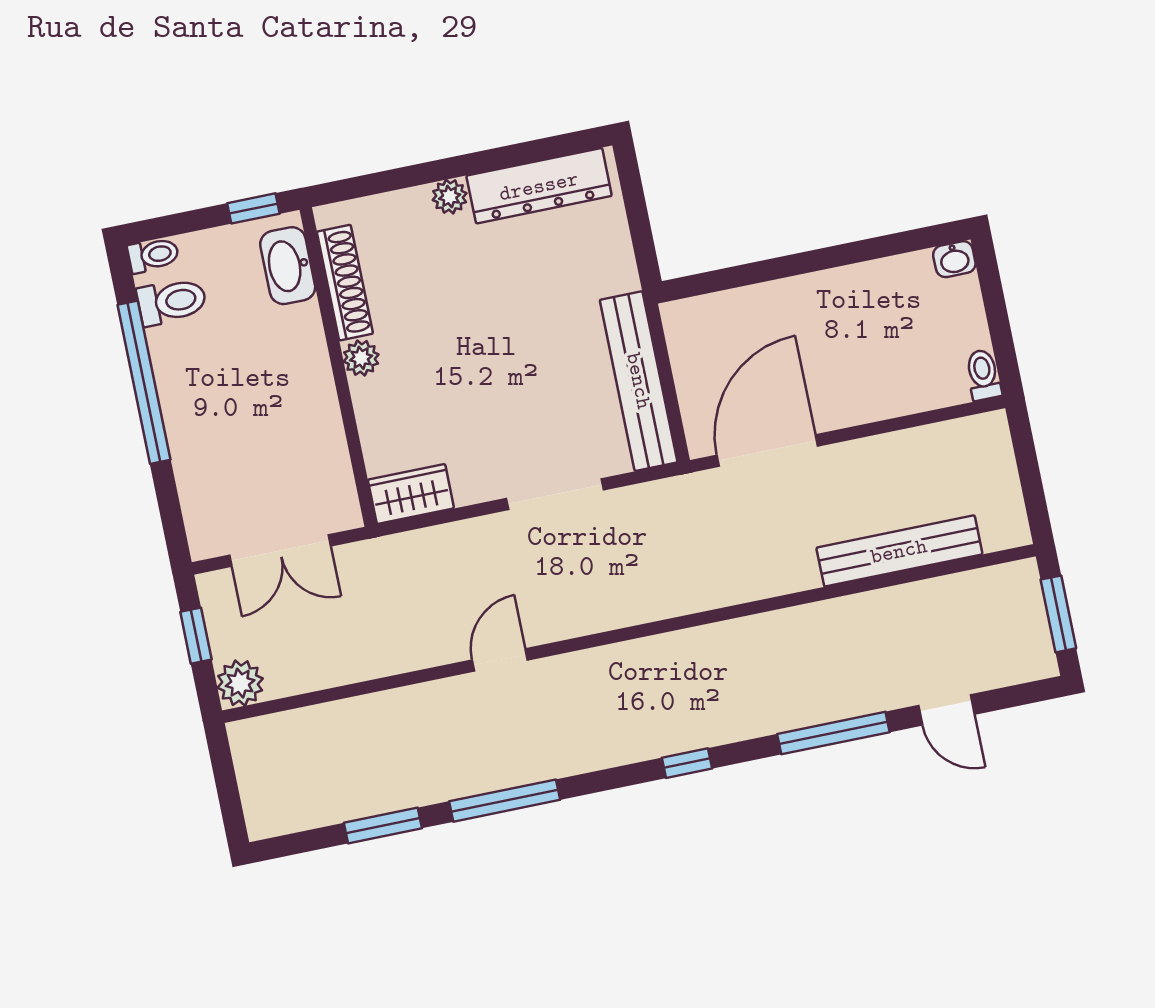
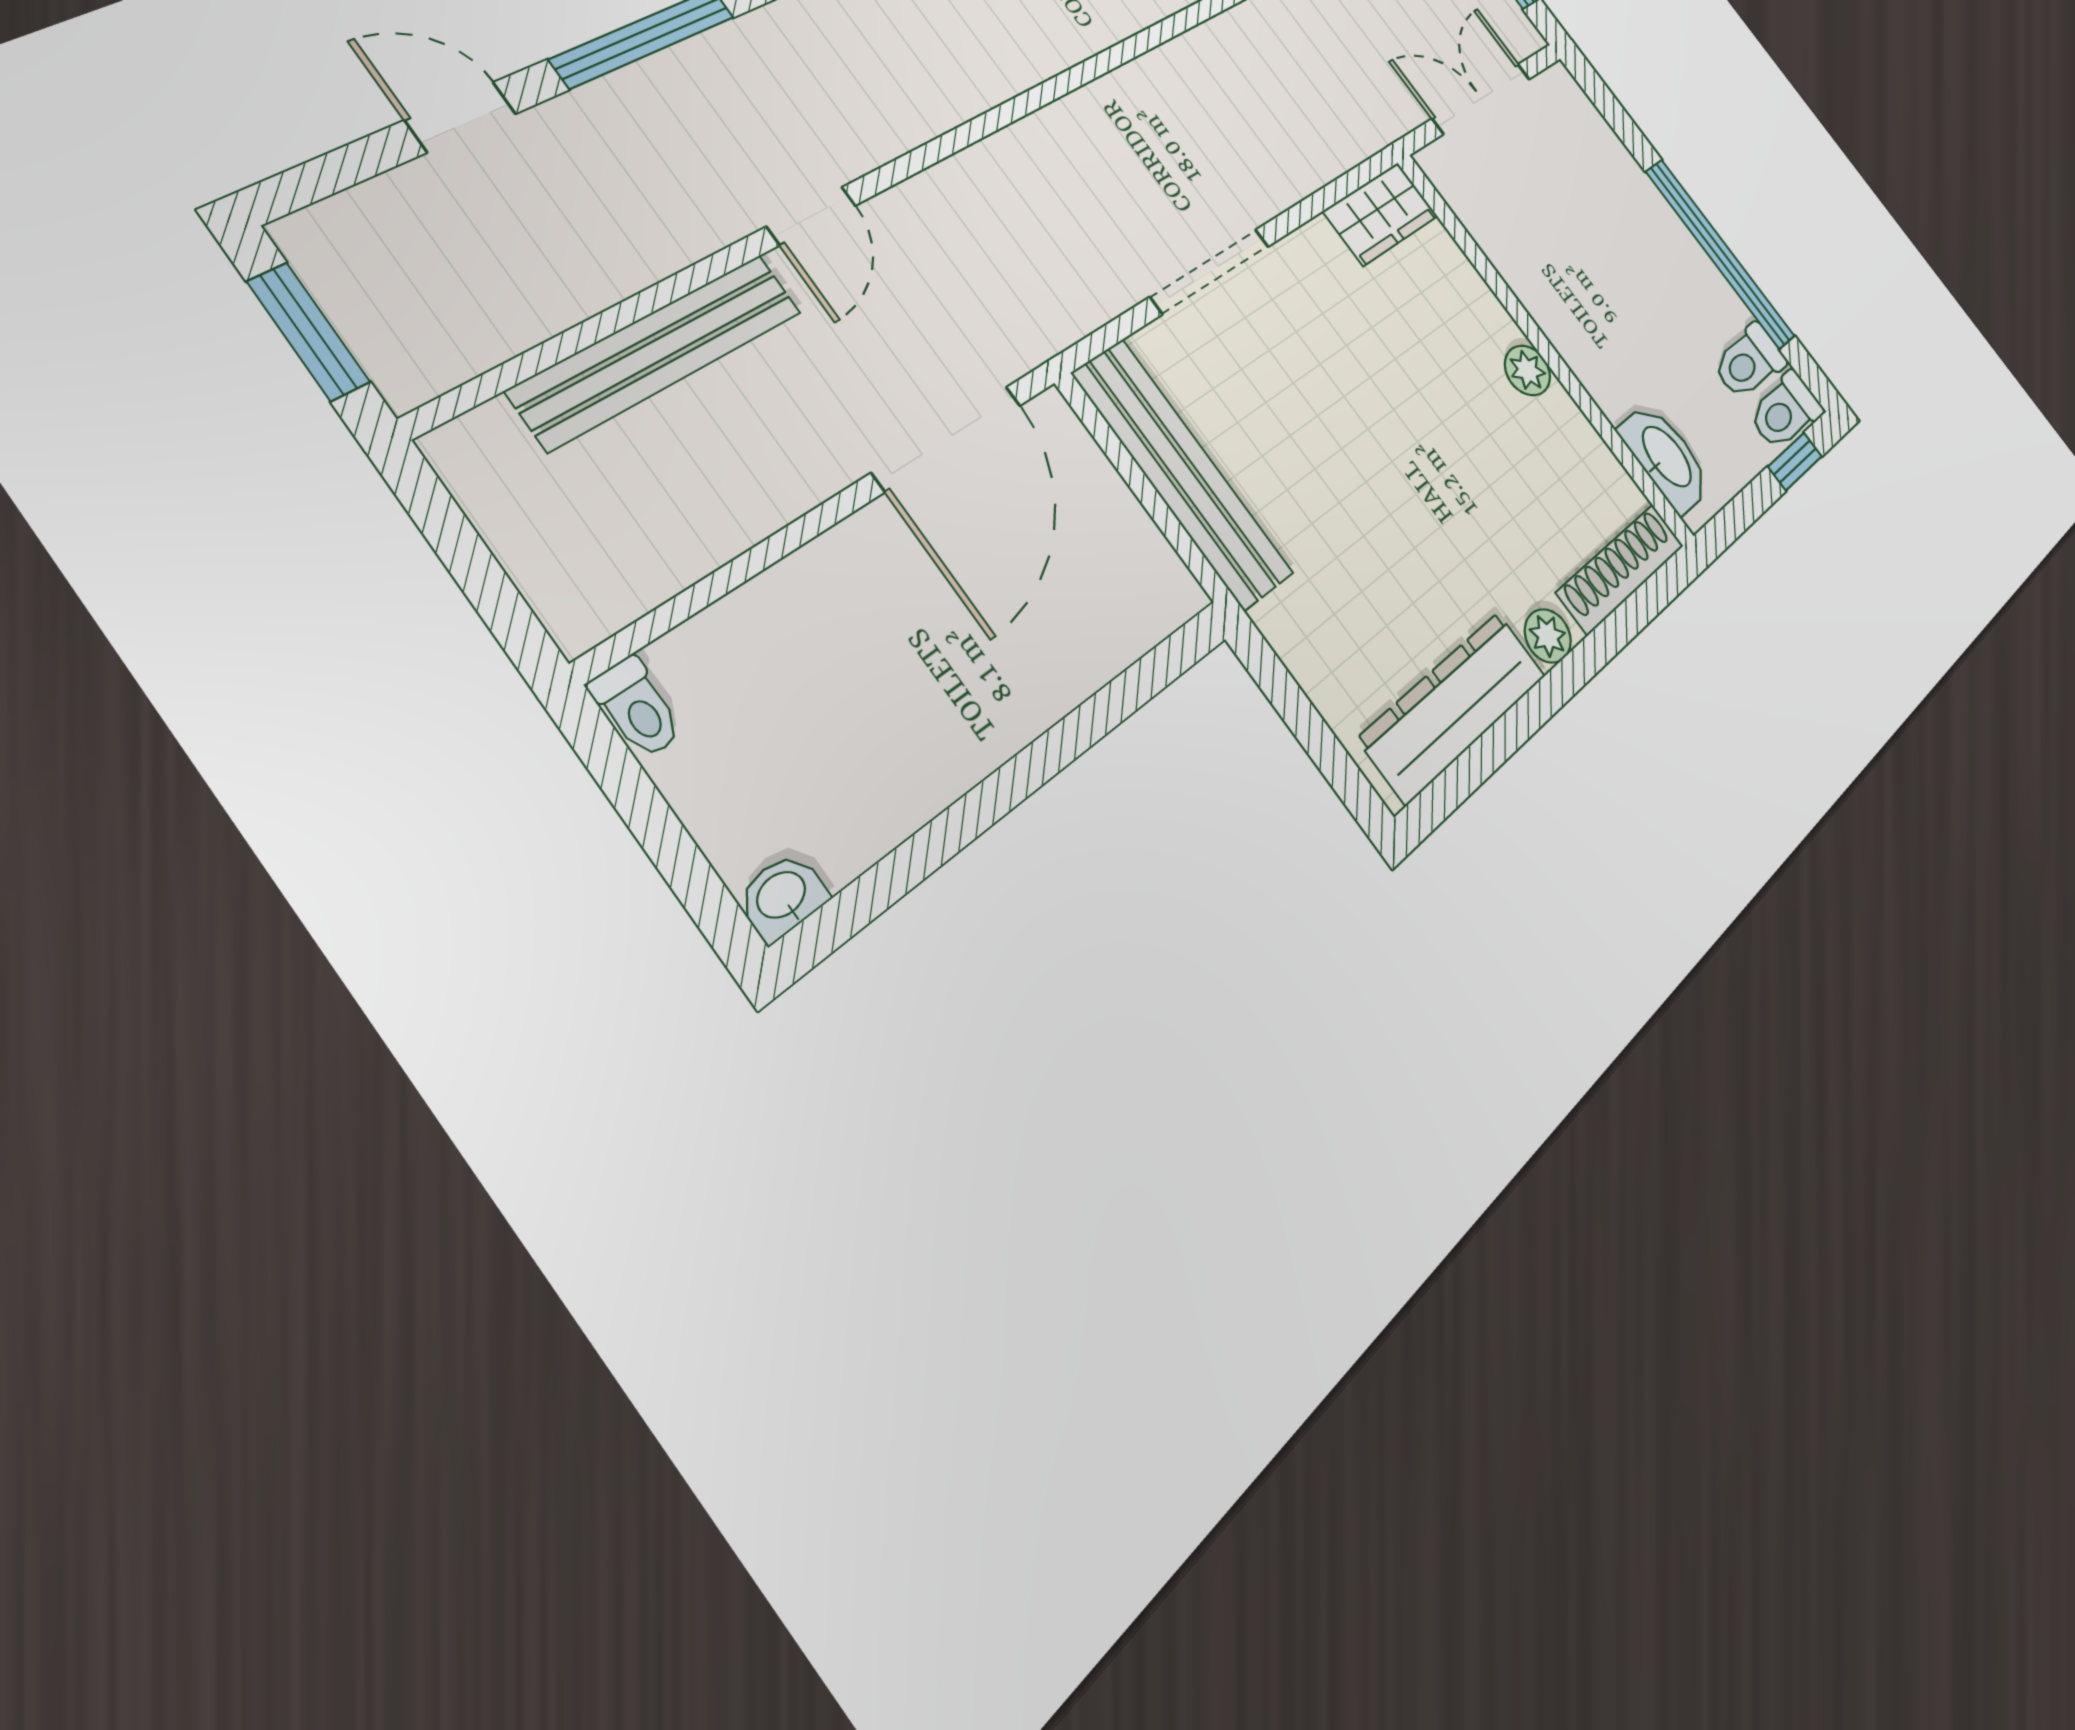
window: (253, 208) -> (1795, 461), moved
toilet: (153, 255) -> (1785, 411), width x1.37, depth x1.39
shoe rack: (345, 283) -> (1621, 569), moved, turned 90
door: (500, 660) -> (811, 216), moved

